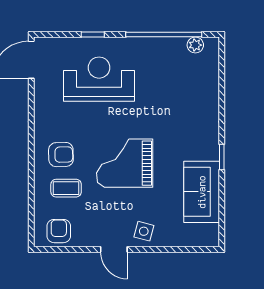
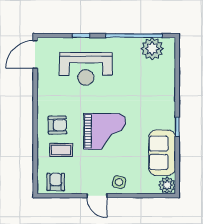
plant: (195, 45) -> (152, 49), width x1.87, depth x1.87
reception desk: (99, 79) -> (86, 69), turned 180
grand piano: (125, 163) -> (105, 131), turned 180
plant: (208, 235) -> (167, 185), added

